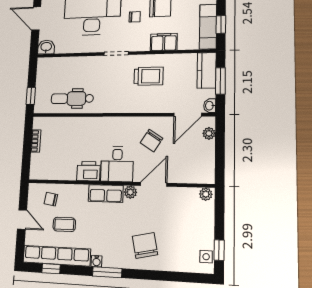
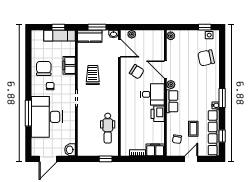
filing cabinet: (38, 167) -> (155, 150), added
chair: (145, 245) -> (206, 58), moved

